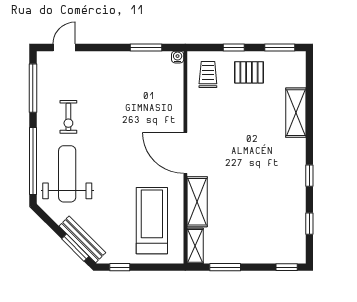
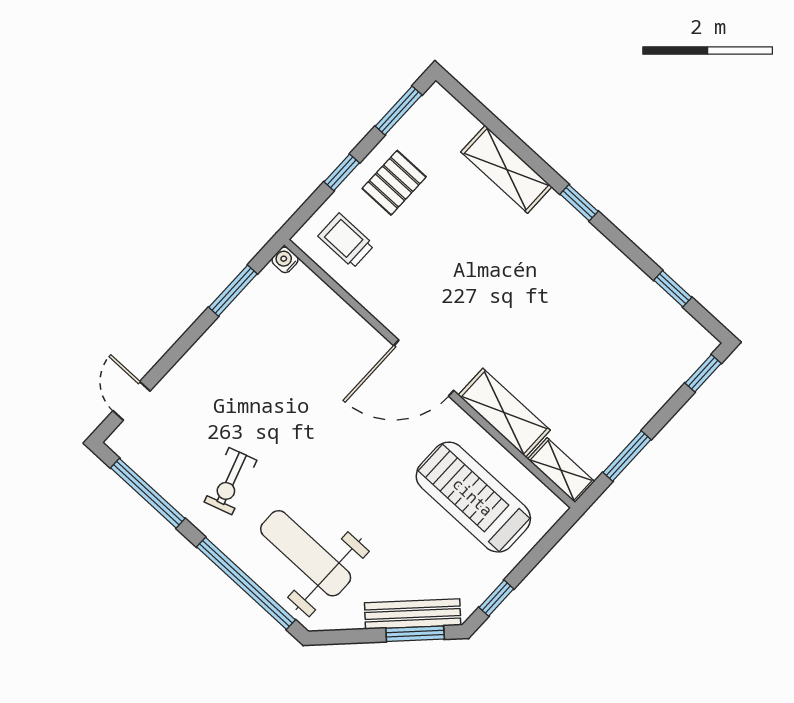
exercise bike: (68, 117) -> (230, 481), turned 72
window: (309, 176) -> (579, 203), moved

